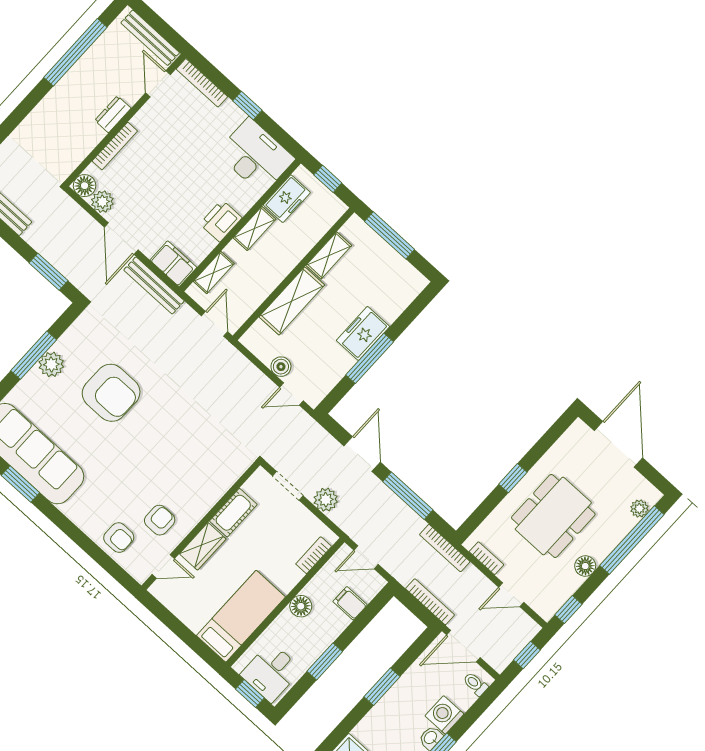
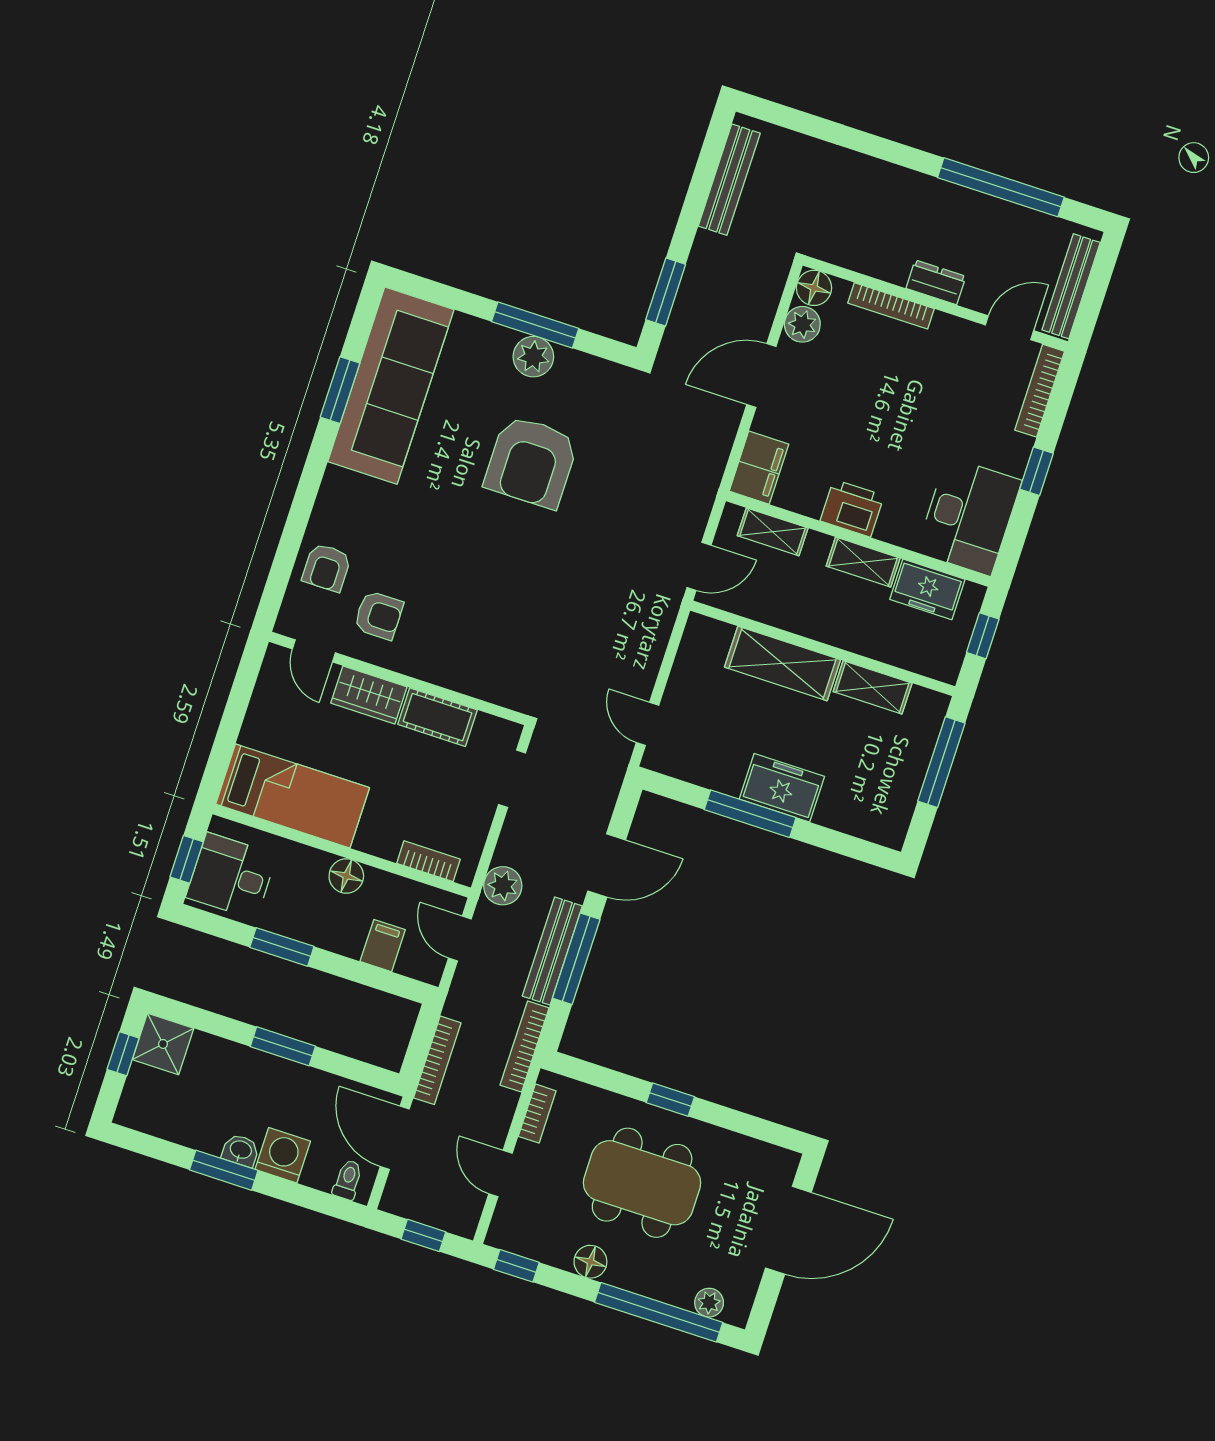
bench: (154, 285) -> (552, 951), moved
boiler: (281, 367) -> (680, 691), removed
plant: (326, 500) -> (503, 886), moved

